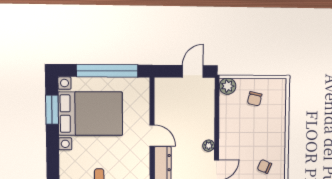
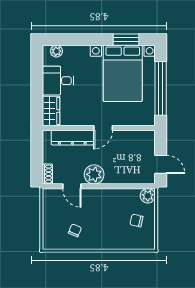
plant: (209, 146) -> (94, 174), width x1.88, depth x1.88

